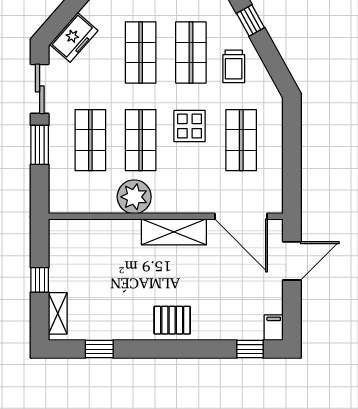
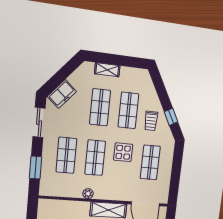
window: (250, 20) -> (171, 117), moved
window: (40, 145) -> (36, 168), moved
plant: (134, 197) -> (88, 194), width x0.53, depth x0.53

